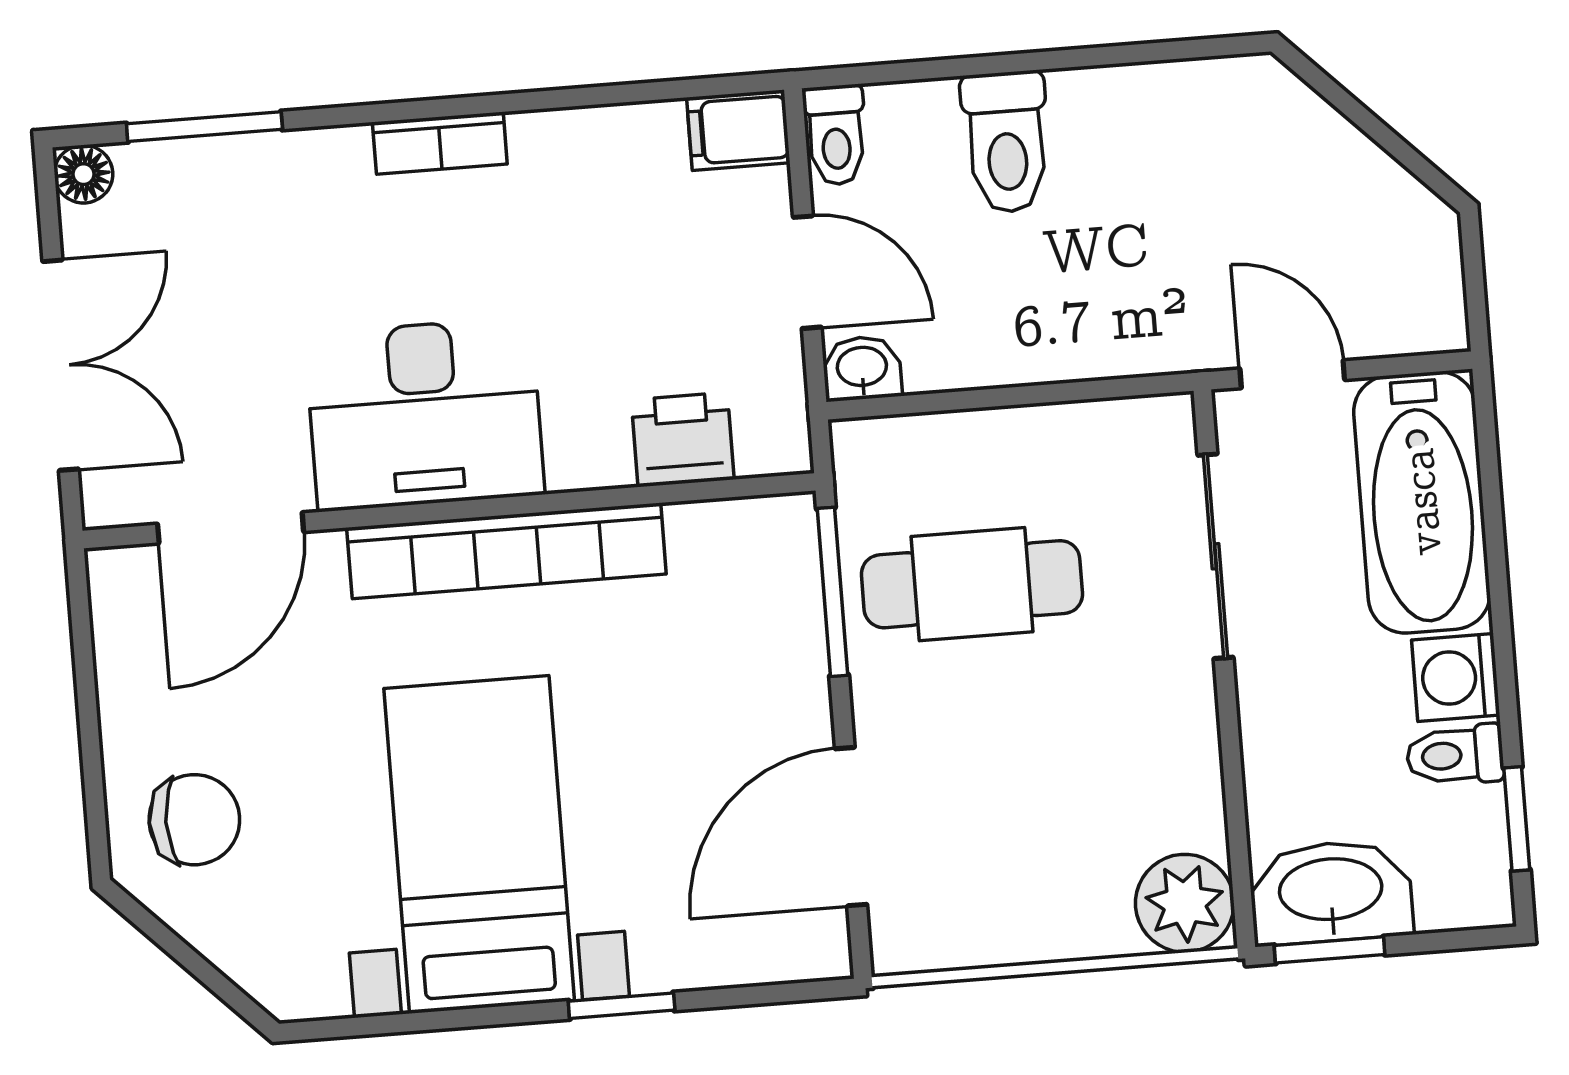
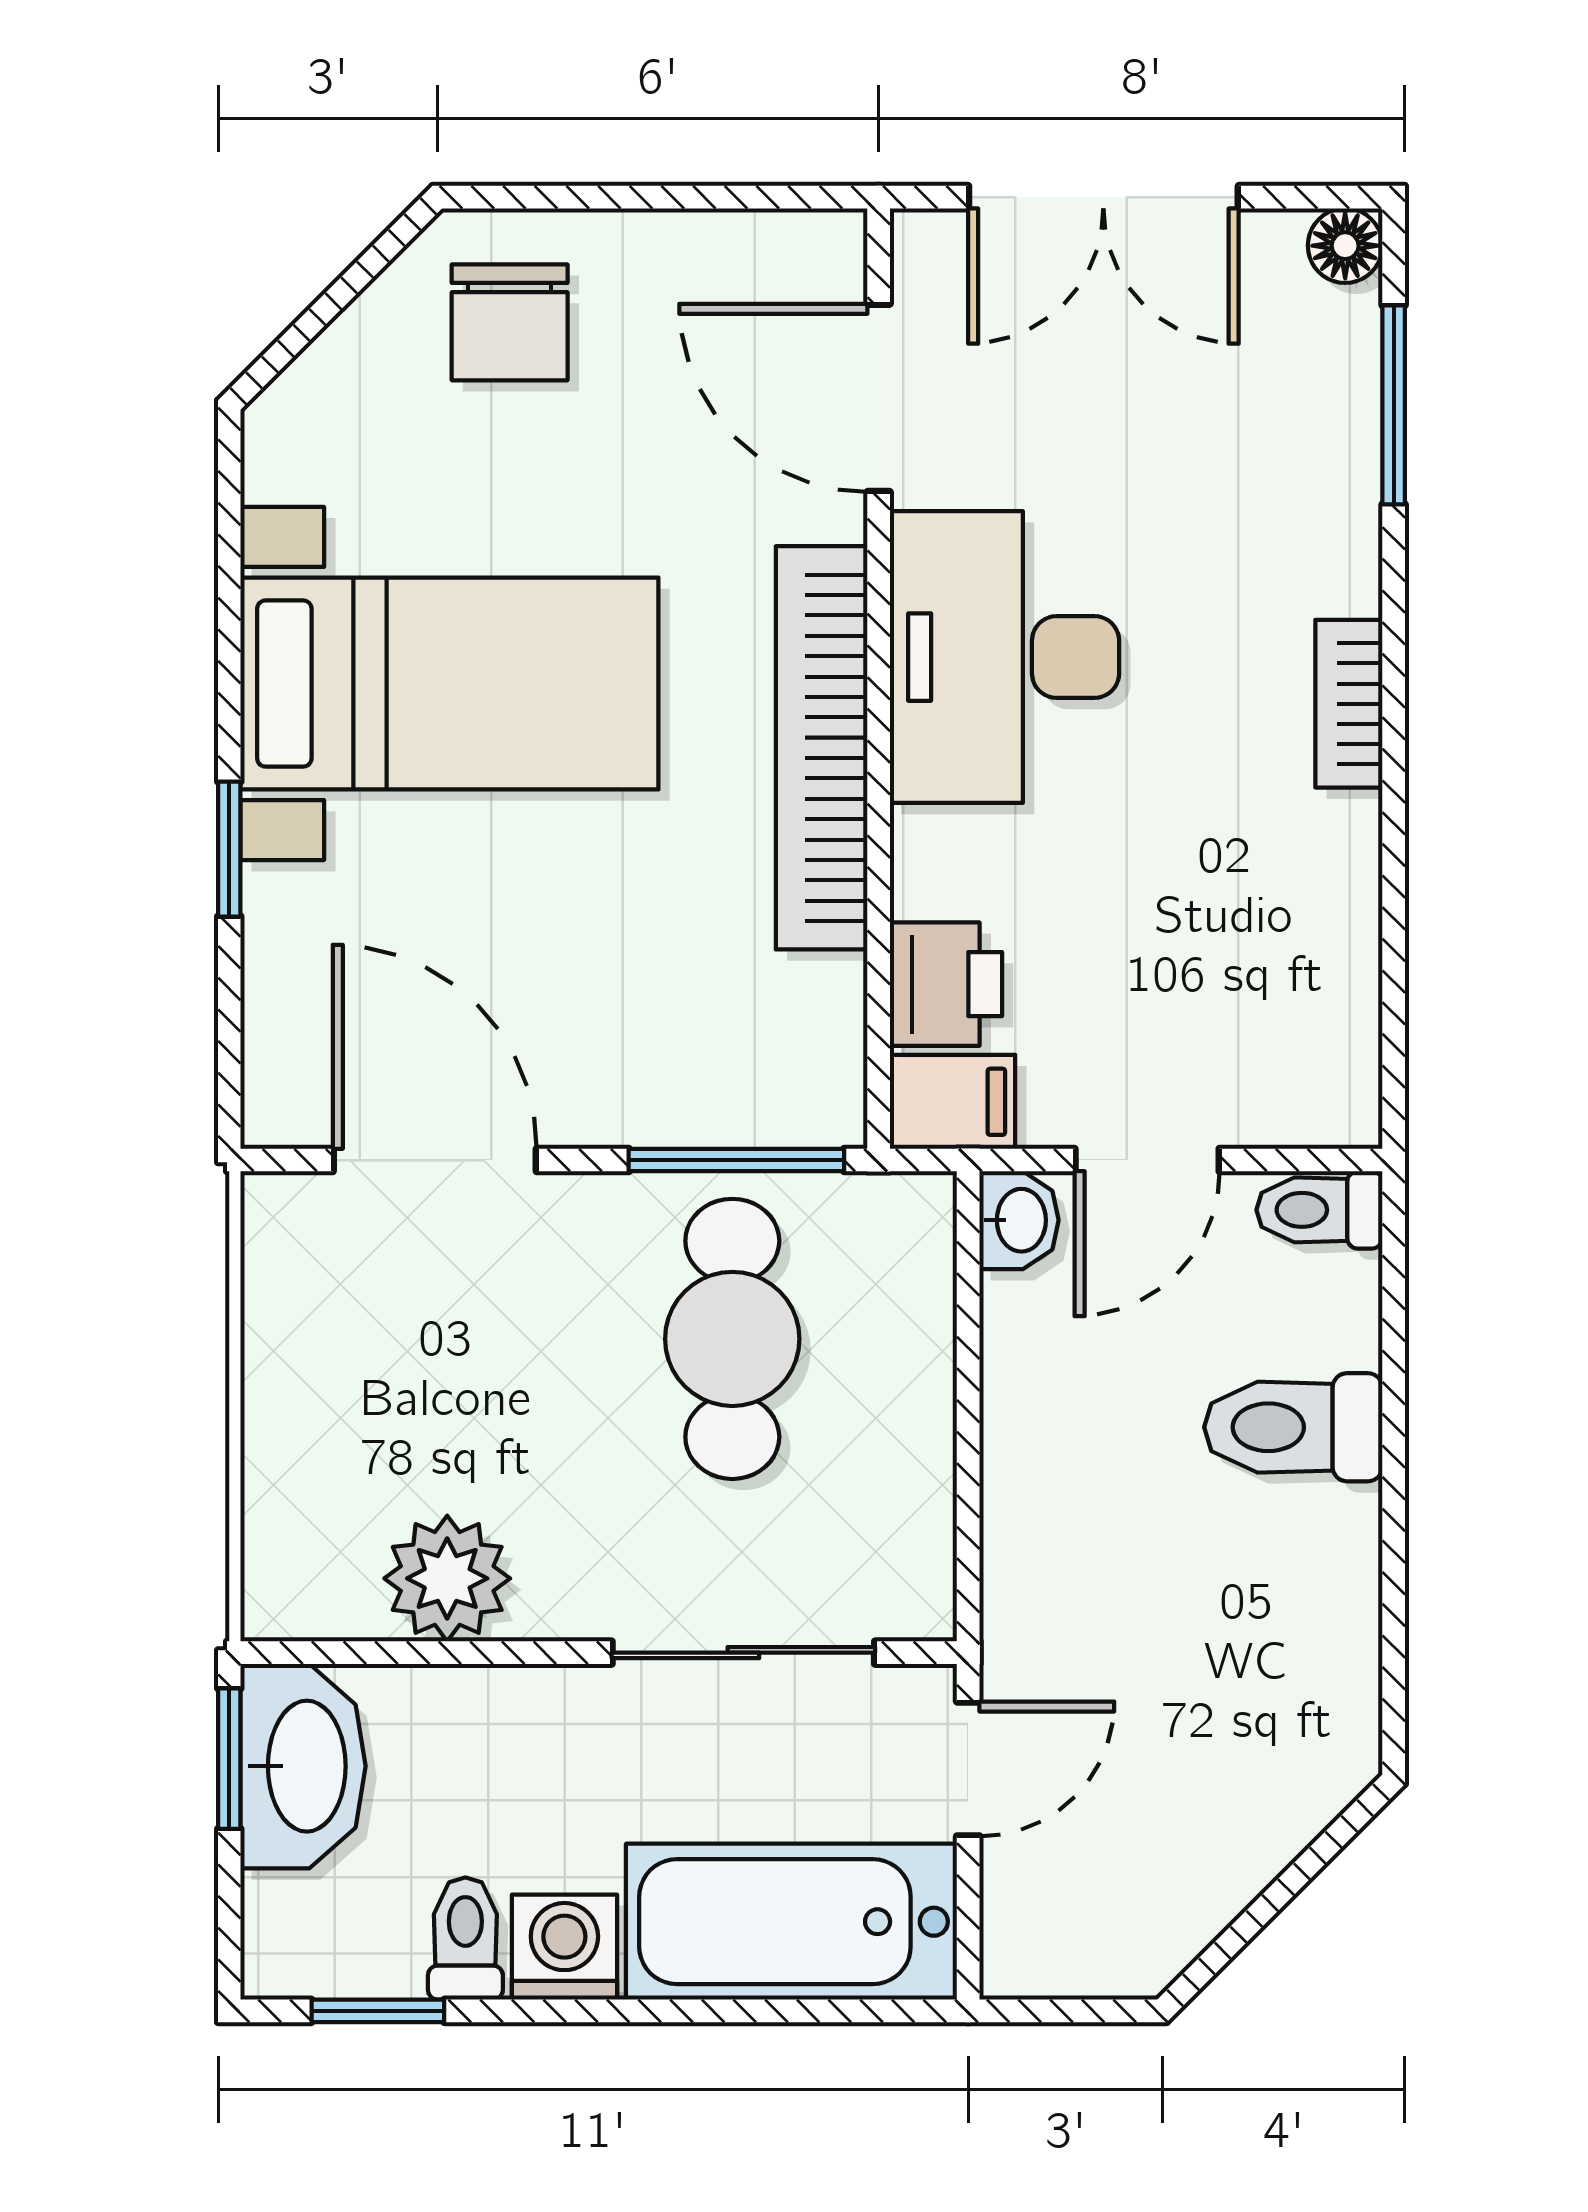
filing cabinet: (738, 130) -> (952, 1102), moved, turned 90
plant: (1185, 903) -> (447, 1578), moved

